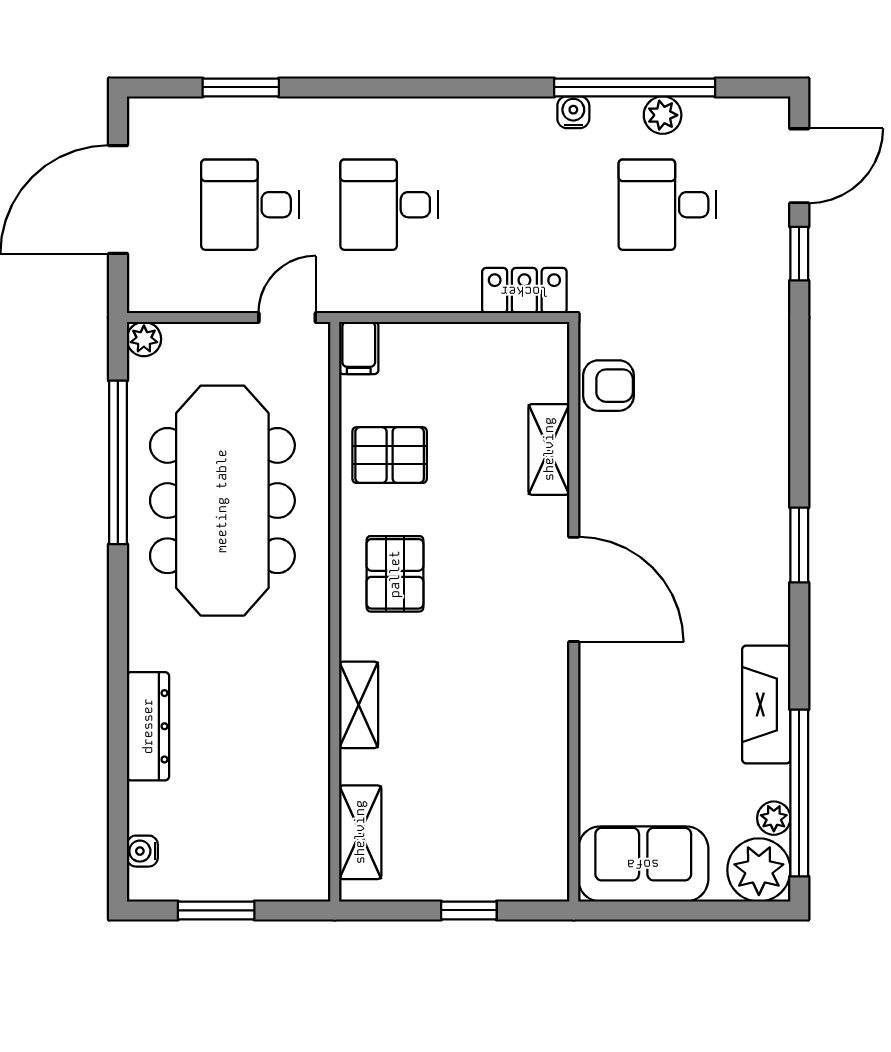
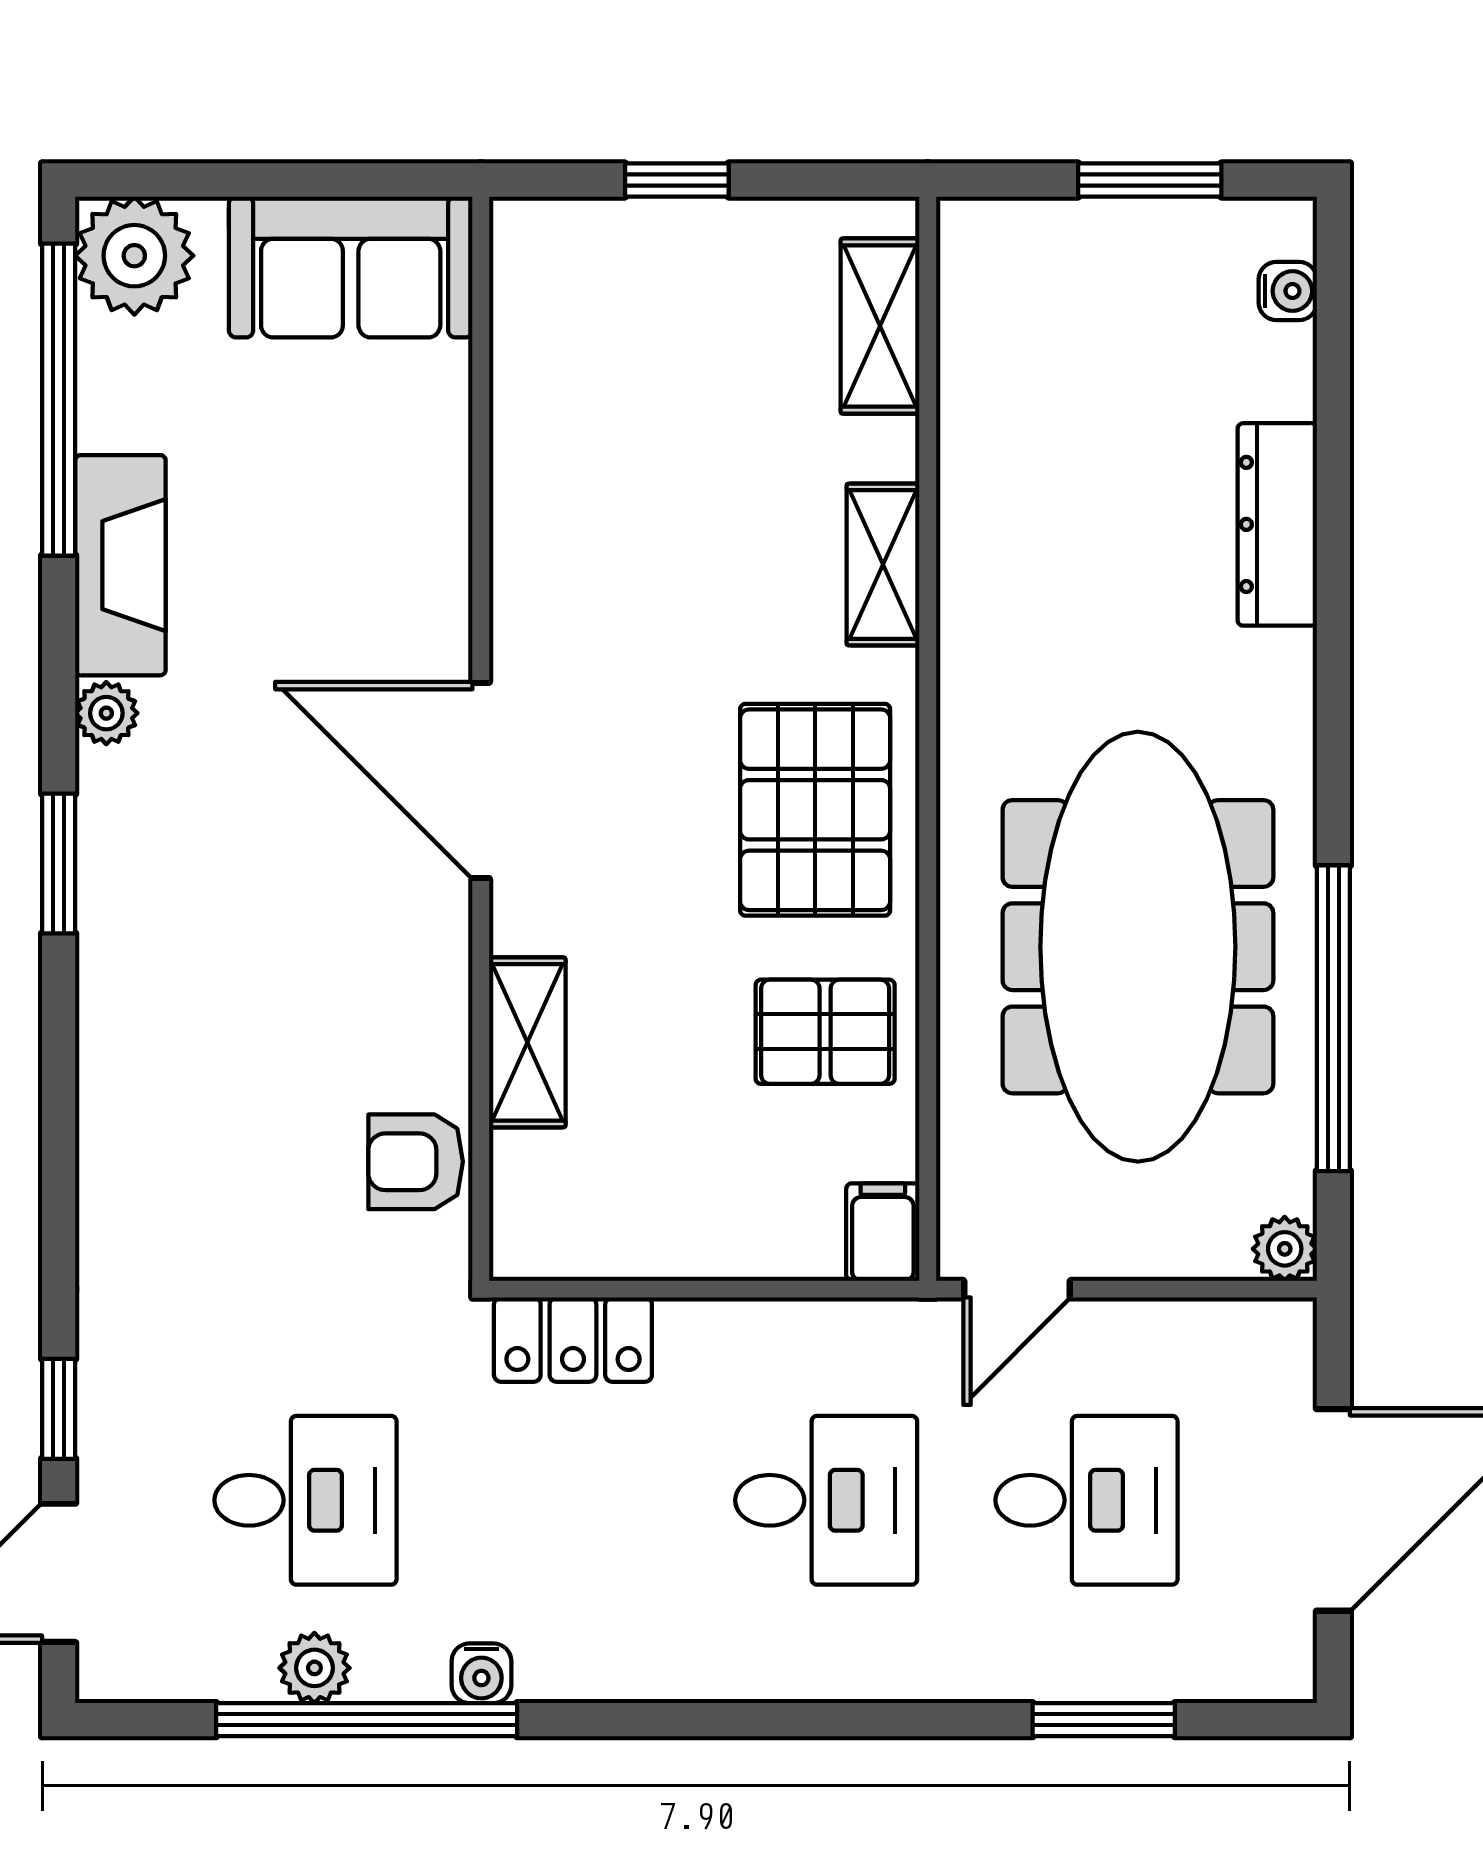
pallet: (395, 574) -> (815, 810), width x1.50, depth x1.42
plant: (774, 818) -> (106, 713), moved

